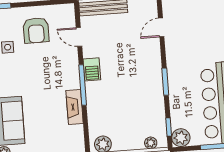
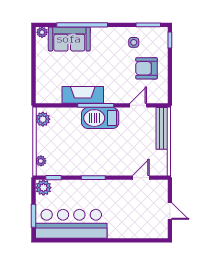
door: (161, 27) -> (141, 178), hinge flipped
barbecue: (92, 69) -> (100, 118), width x1.88, depth x1.53
fireplace: (75, 107) -> (83, 95), width x1.37, depth x1.32

